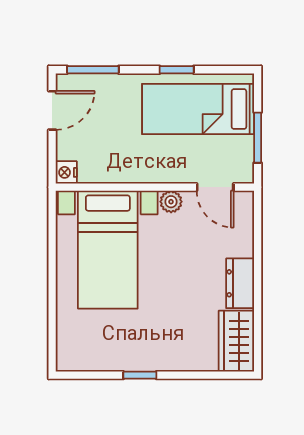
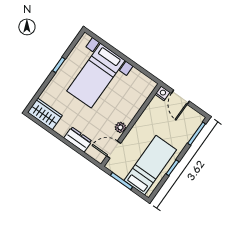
door: (52, 110) -> (180, 97), moved
bed with nightstands: (108, 250) -> (96, 76), moved, turned -90
dresser: (240, 283) -> (78, 139), moved

